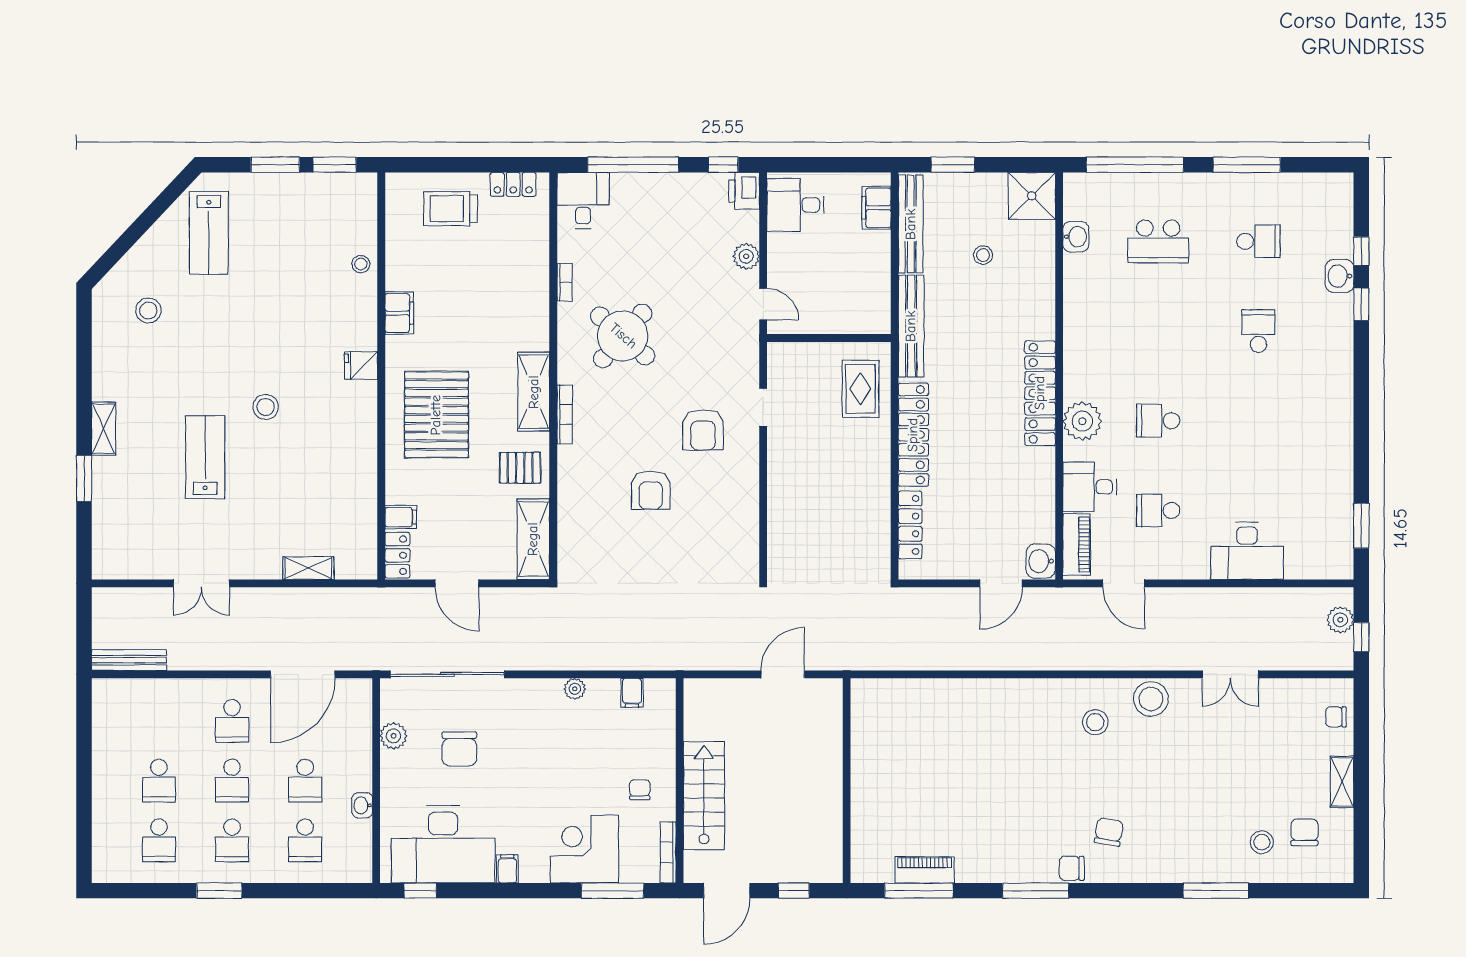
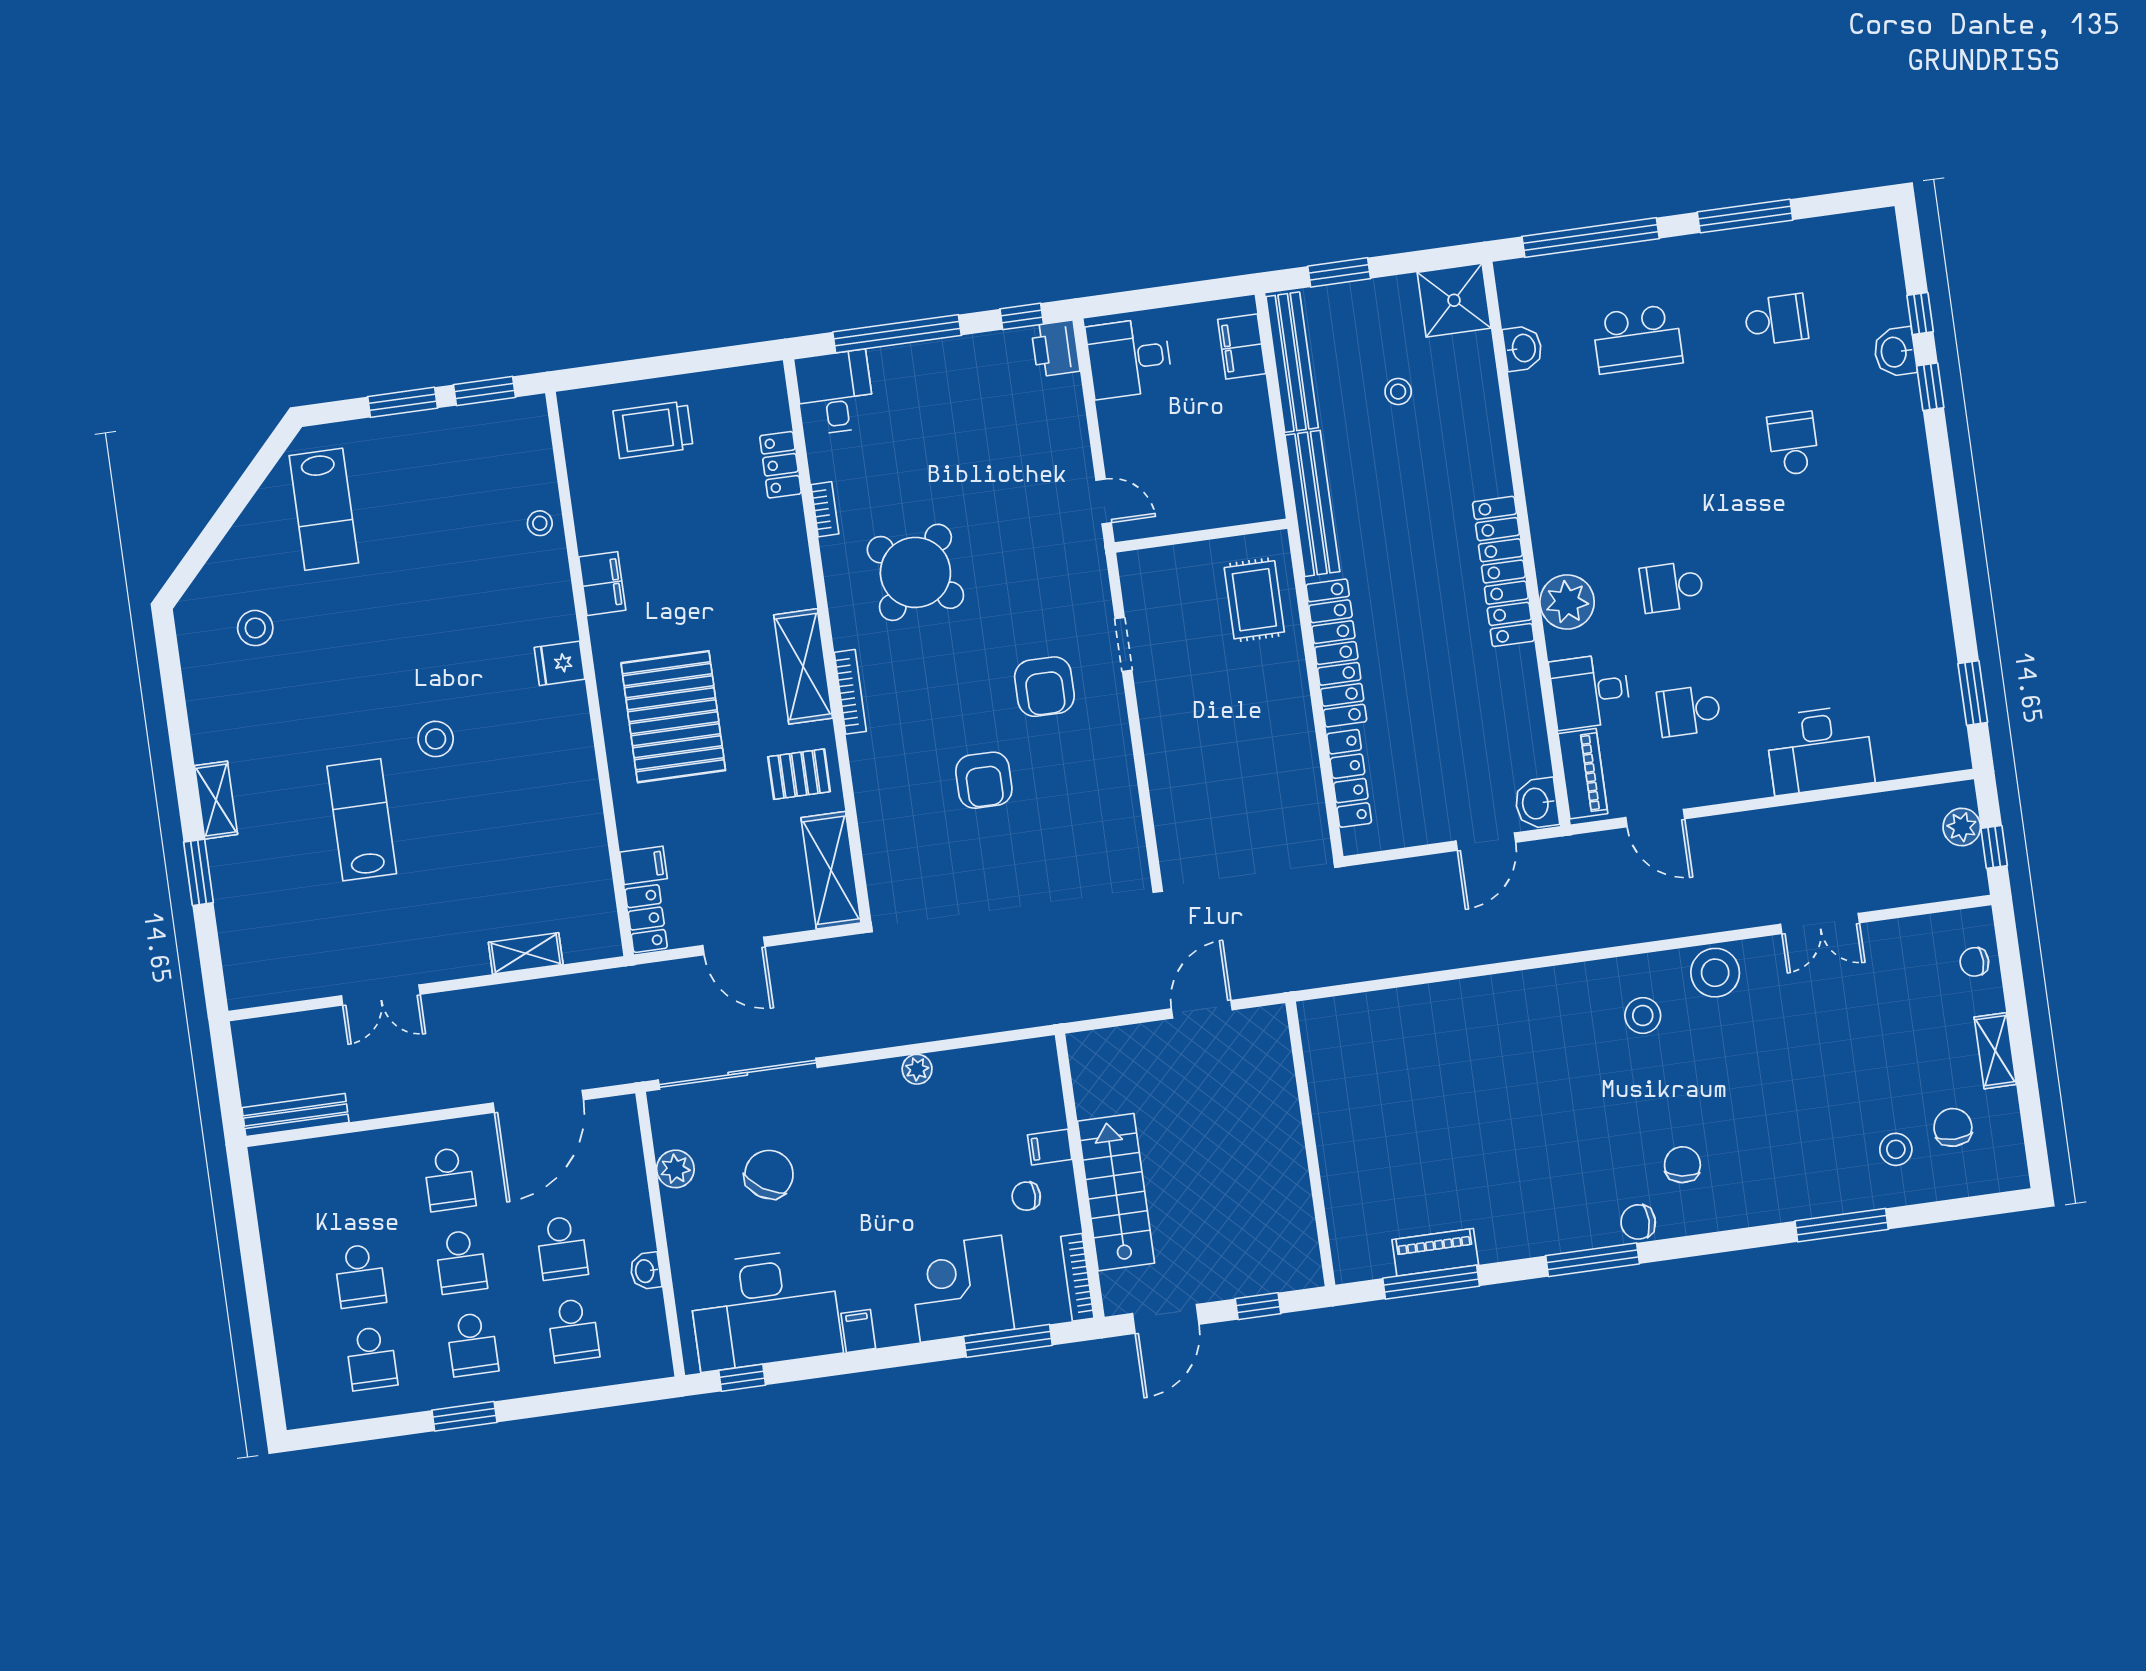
locker: (513, 184) -> (780, 465), moved, turned 90
plant: (746, 256) -> (1071, 439), removed
filing cabinet: (632, 693) -> (1050, 1147), moved, turned 90
chair: (459, 749) -> (769, 1174), turned -147
chair: (640, 790) -> (1026, 1196), turned -90

